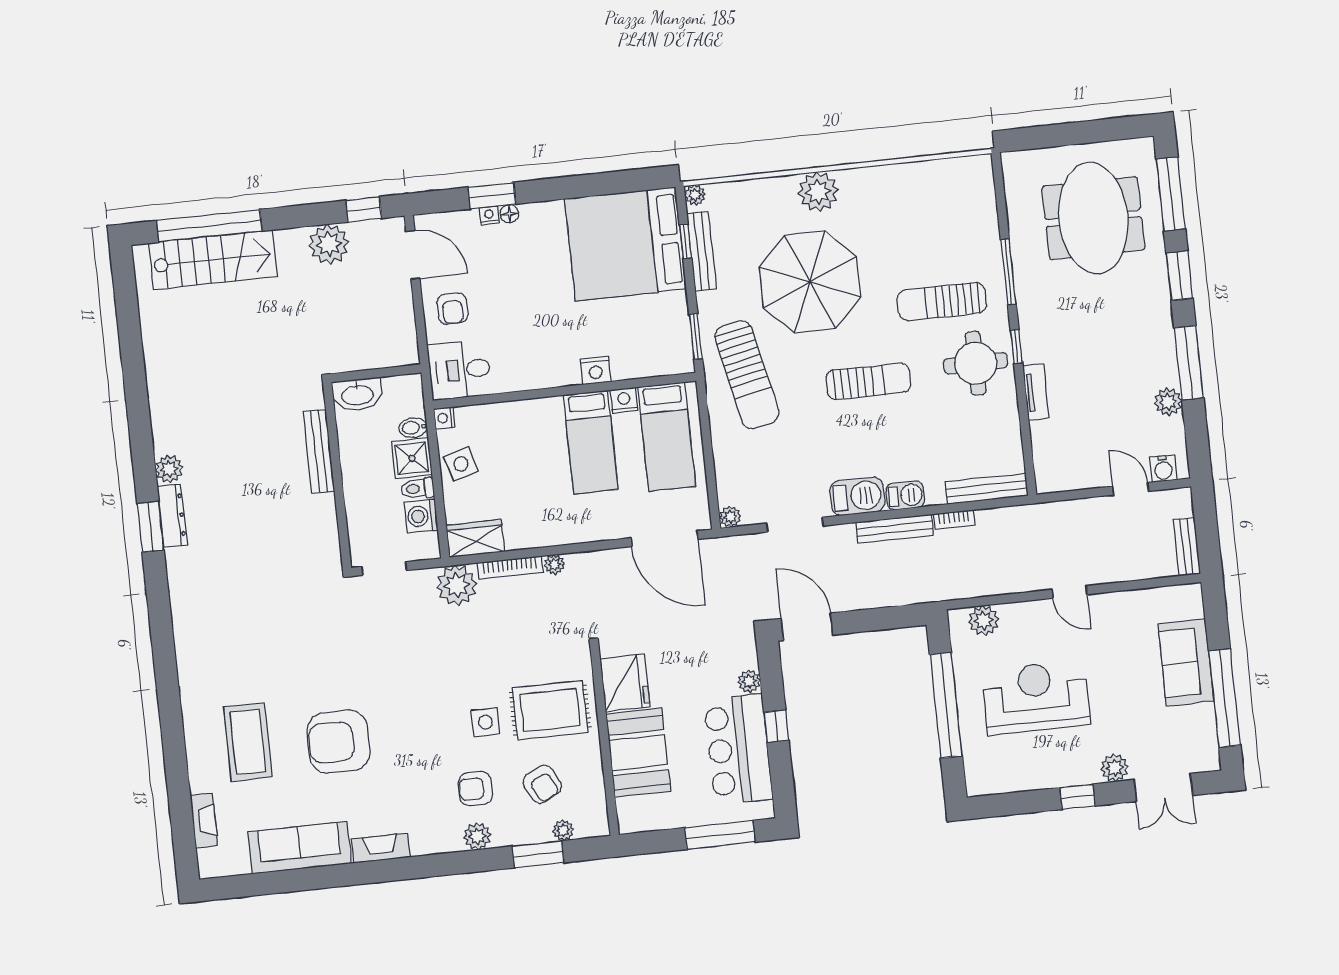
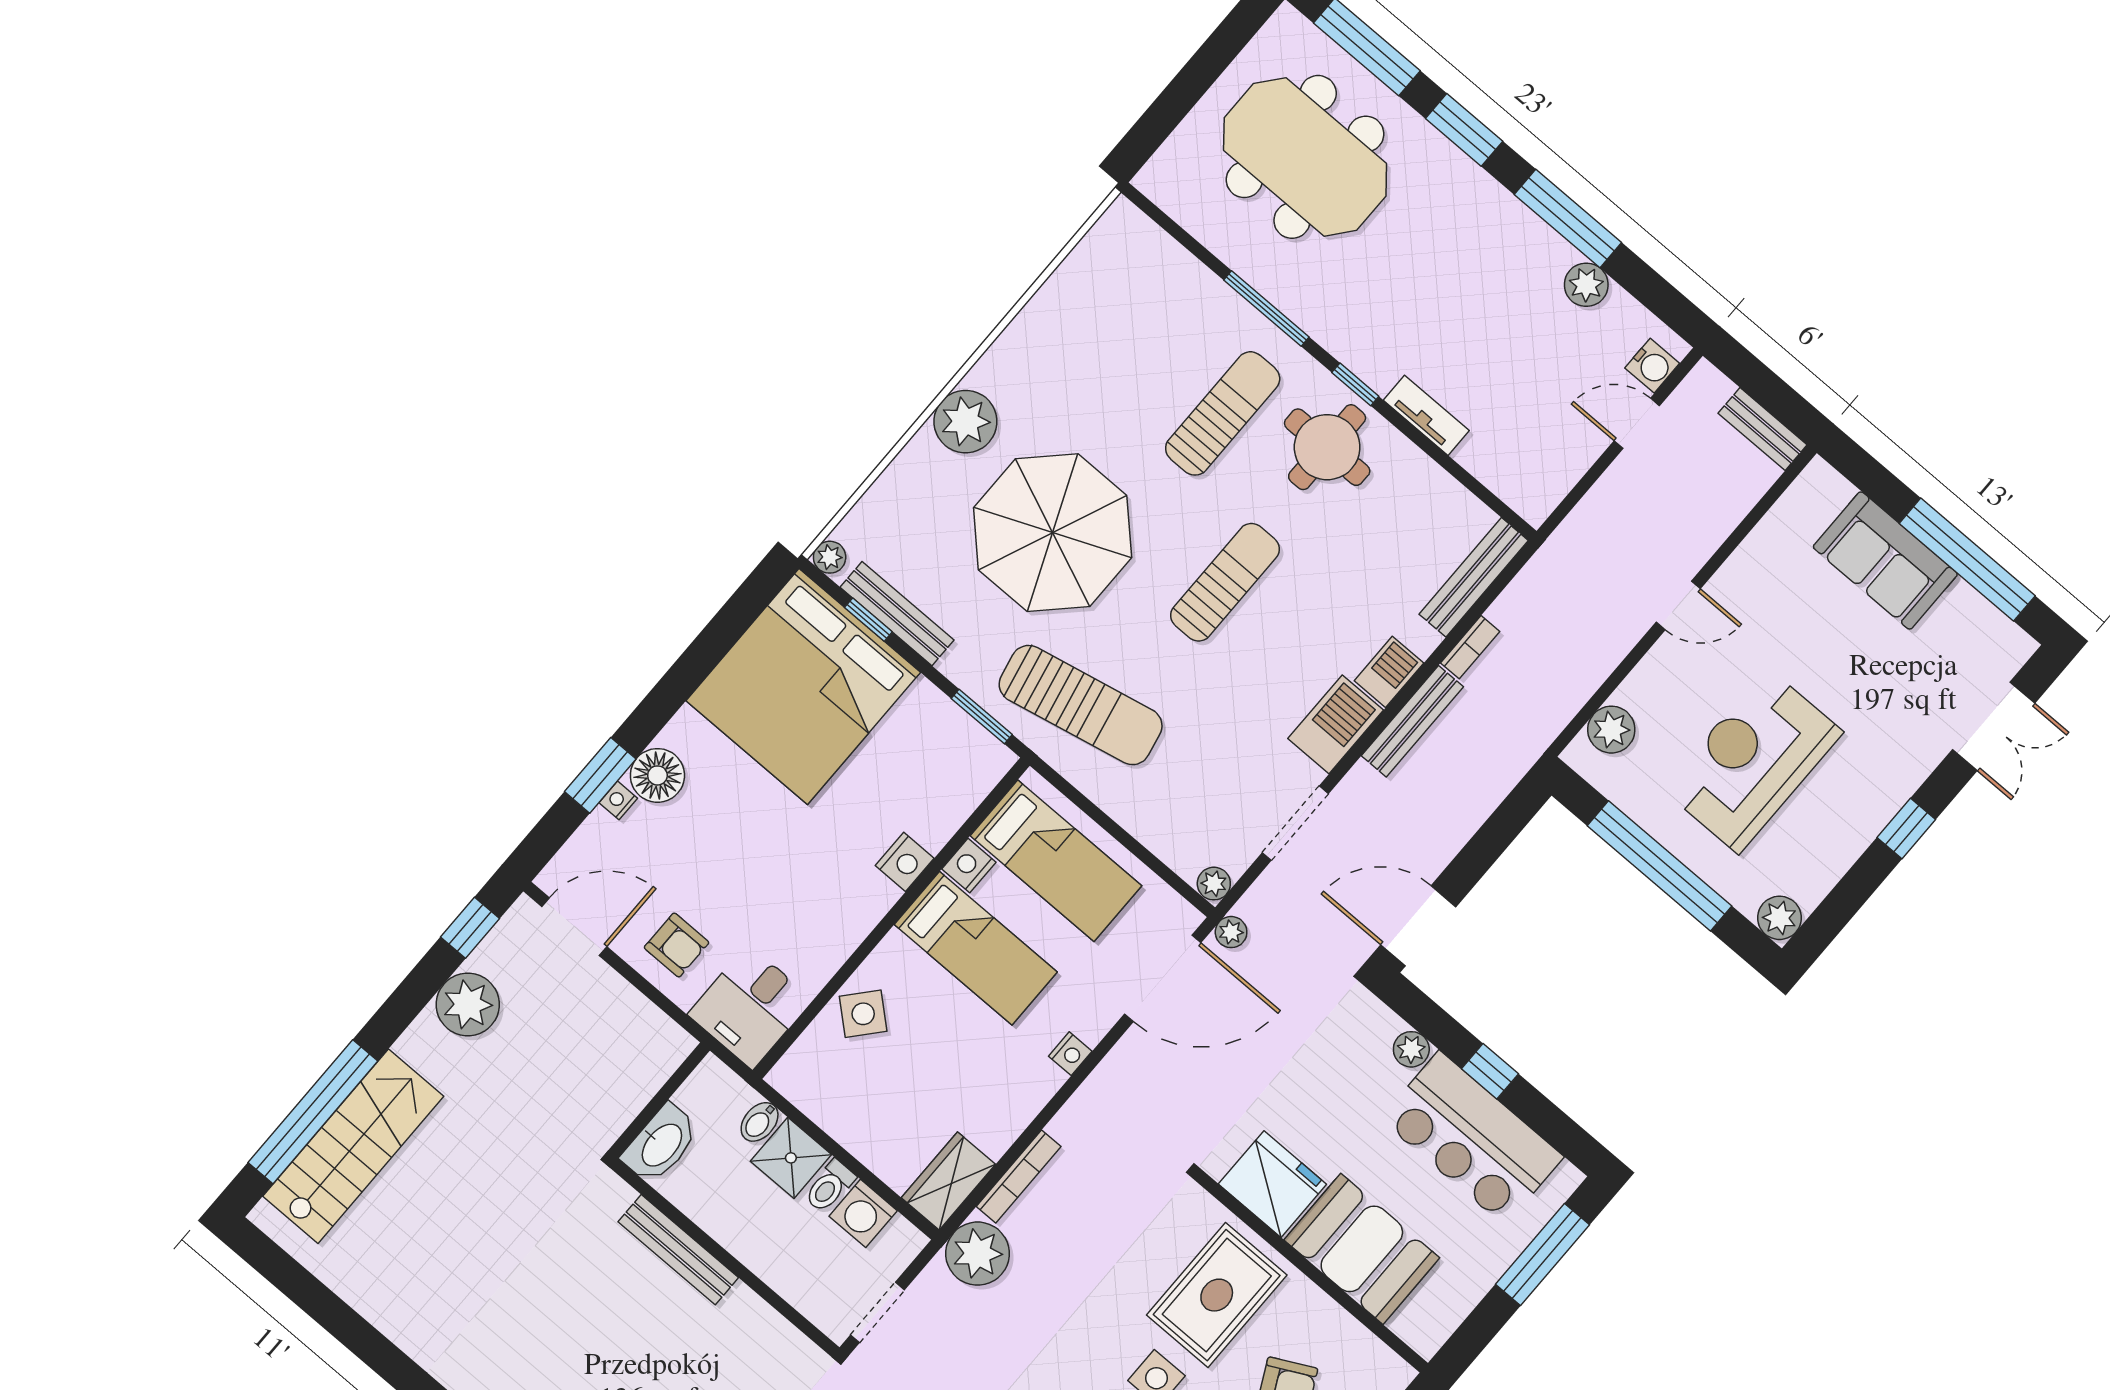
floor lamp: (509, 214) -> (657, 775), width x1.89, depth x1.89
sun lounger: (942, 301) -> (1223, 413), turned 180
nightstand: (444, 418) -> (1070, 1054), moved, turned -90
side table: (461, 464) -> (863, 1014), moved, turned -33
plant: (554, 564) -> (1231, 932), moved
plant: (1115, 768) -> (1779, 918), moved

